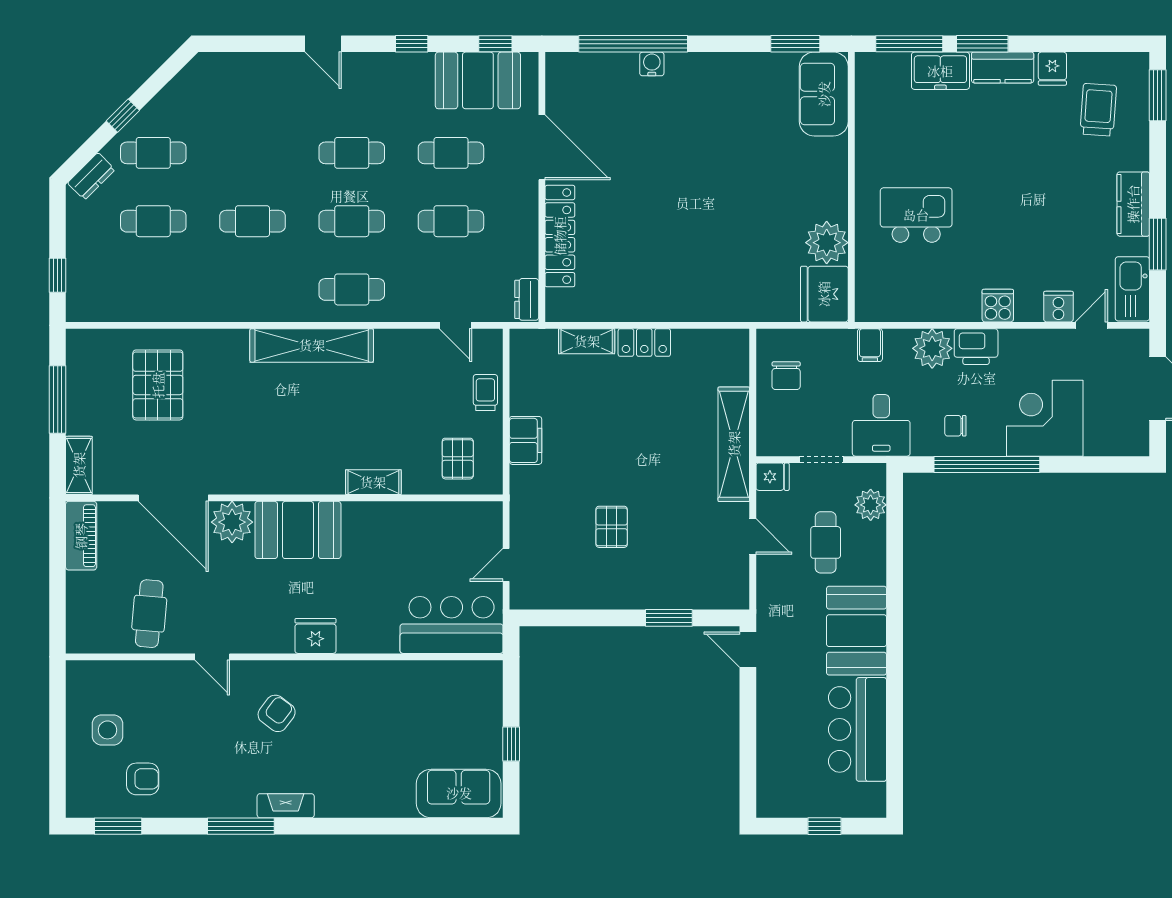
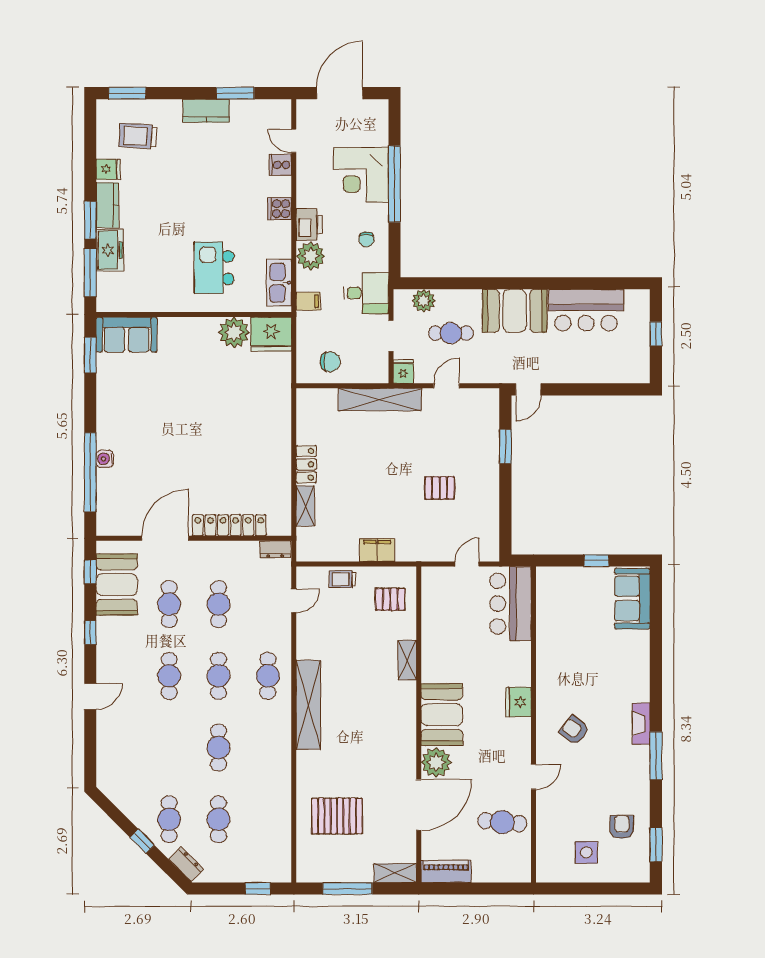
kitchen sink: (1132, 289) -> (279, 283), moved, turned 90
window: (987, 464) -> (394, 184), moved
door: (506, 565) -> (467, 564), swing flipped

